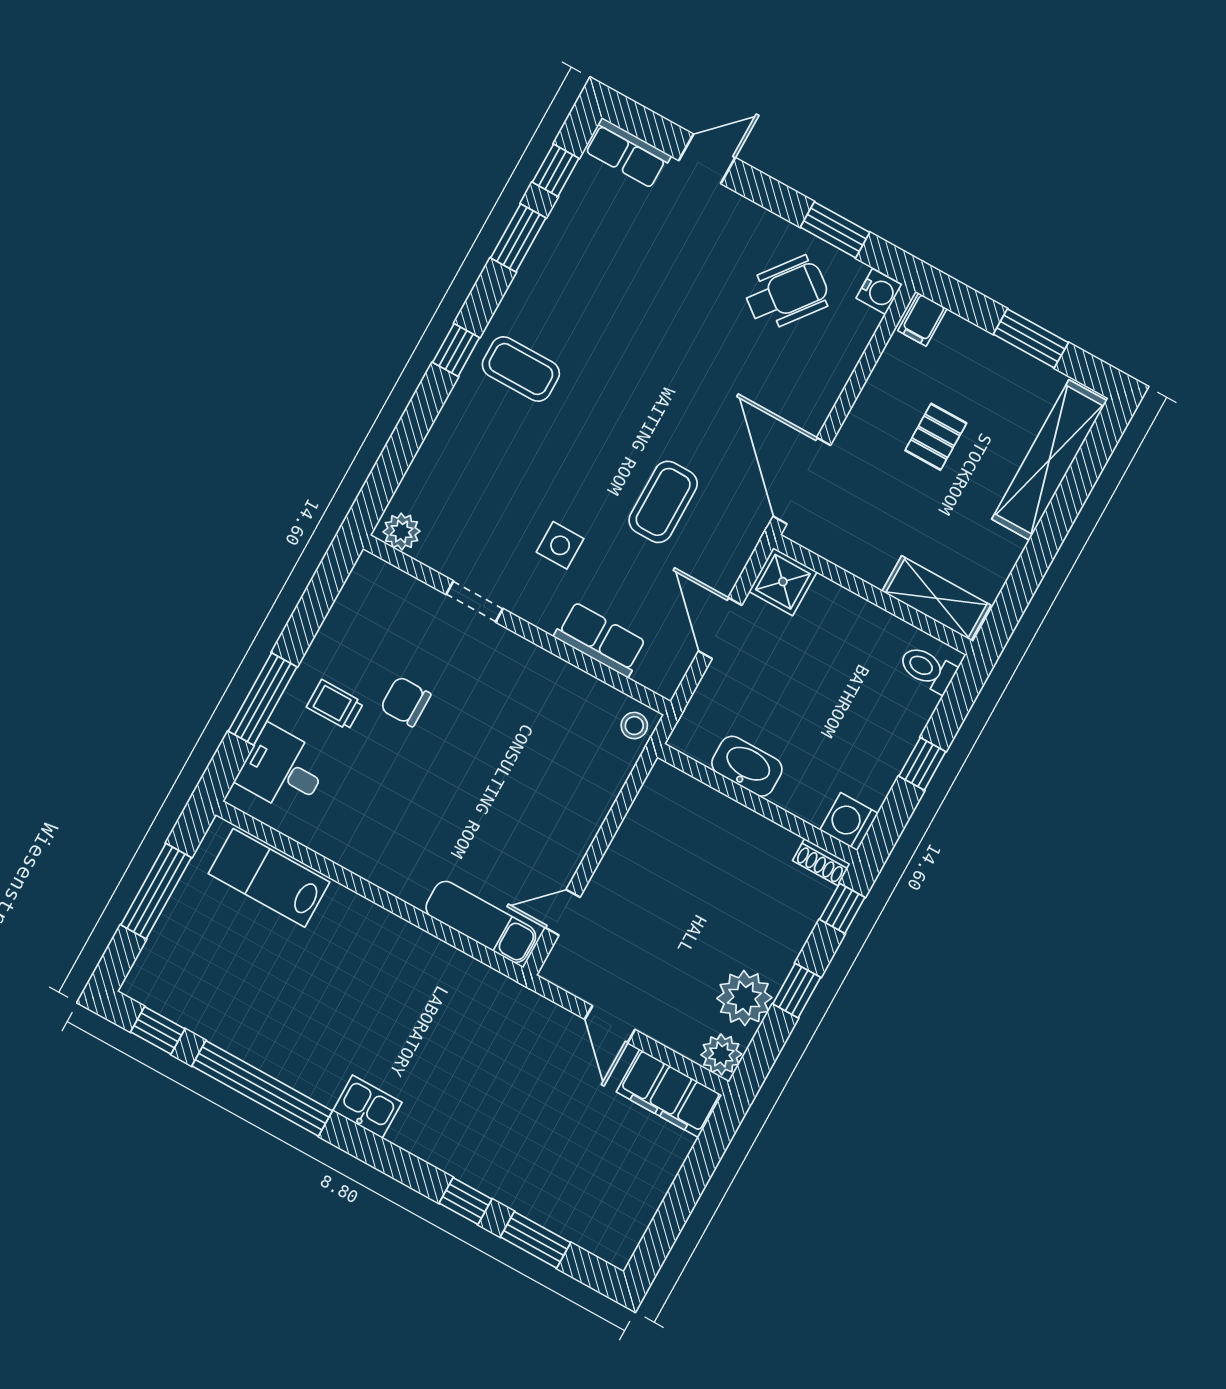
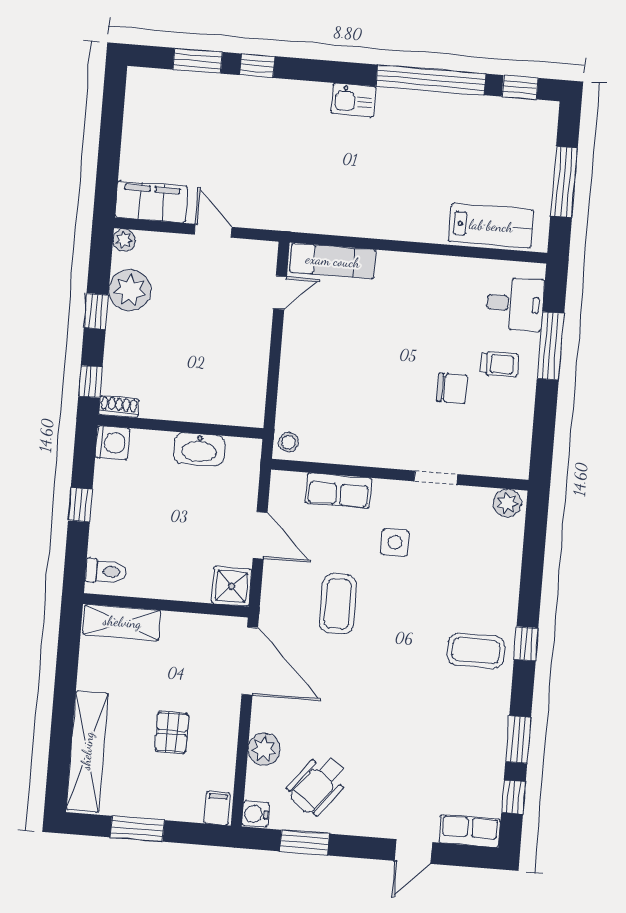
plant: (833, 366) -> (264, 749), added
plant: (721, 1054) -> (124, 240), width x0.73, depth x0.73

